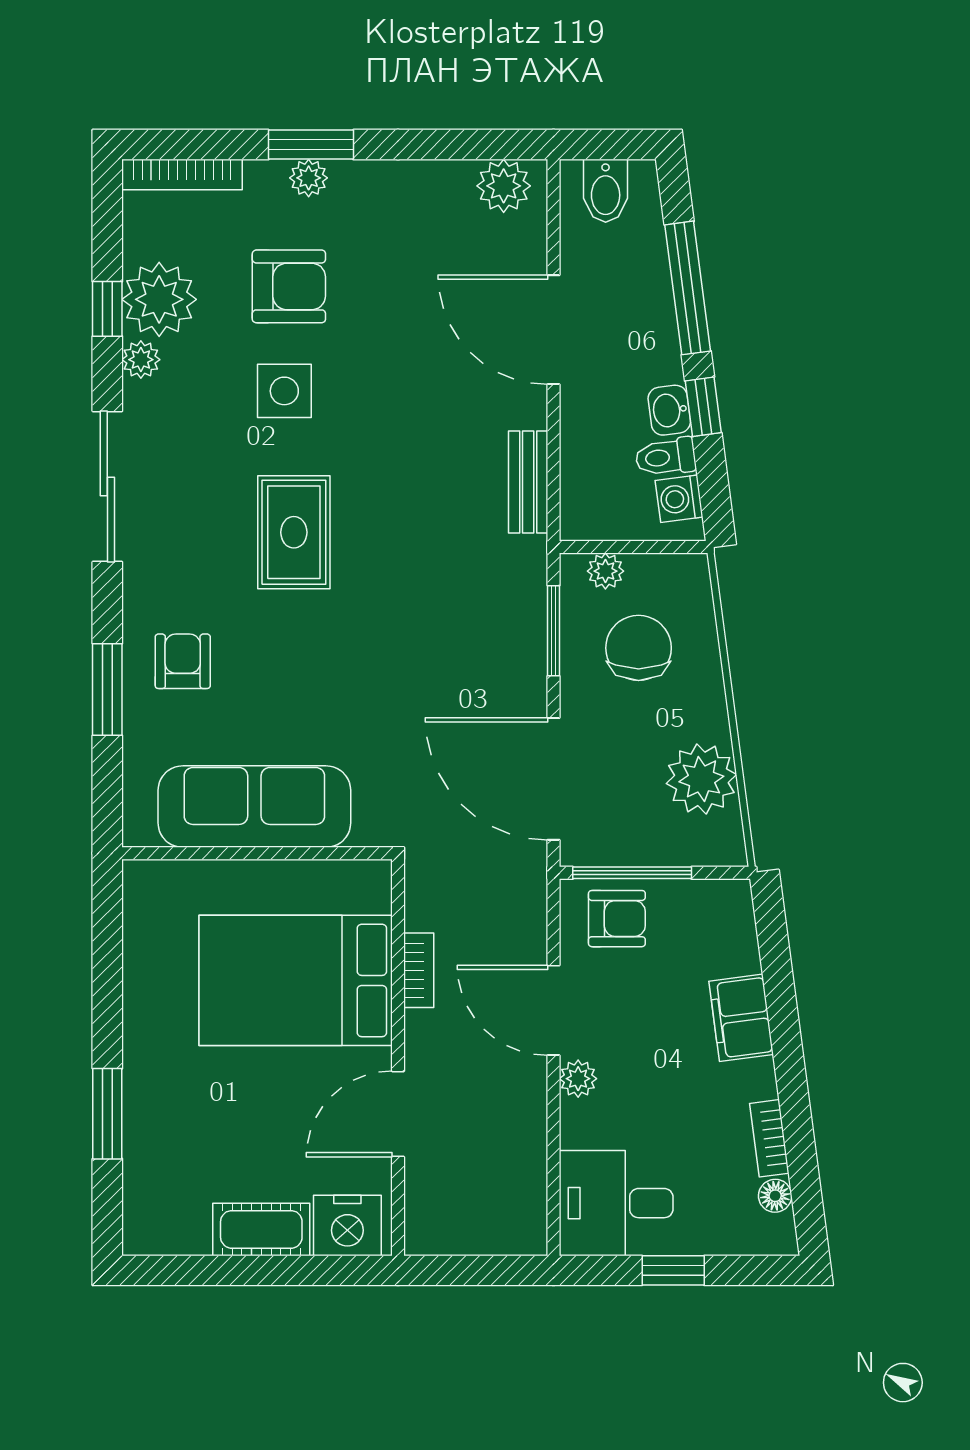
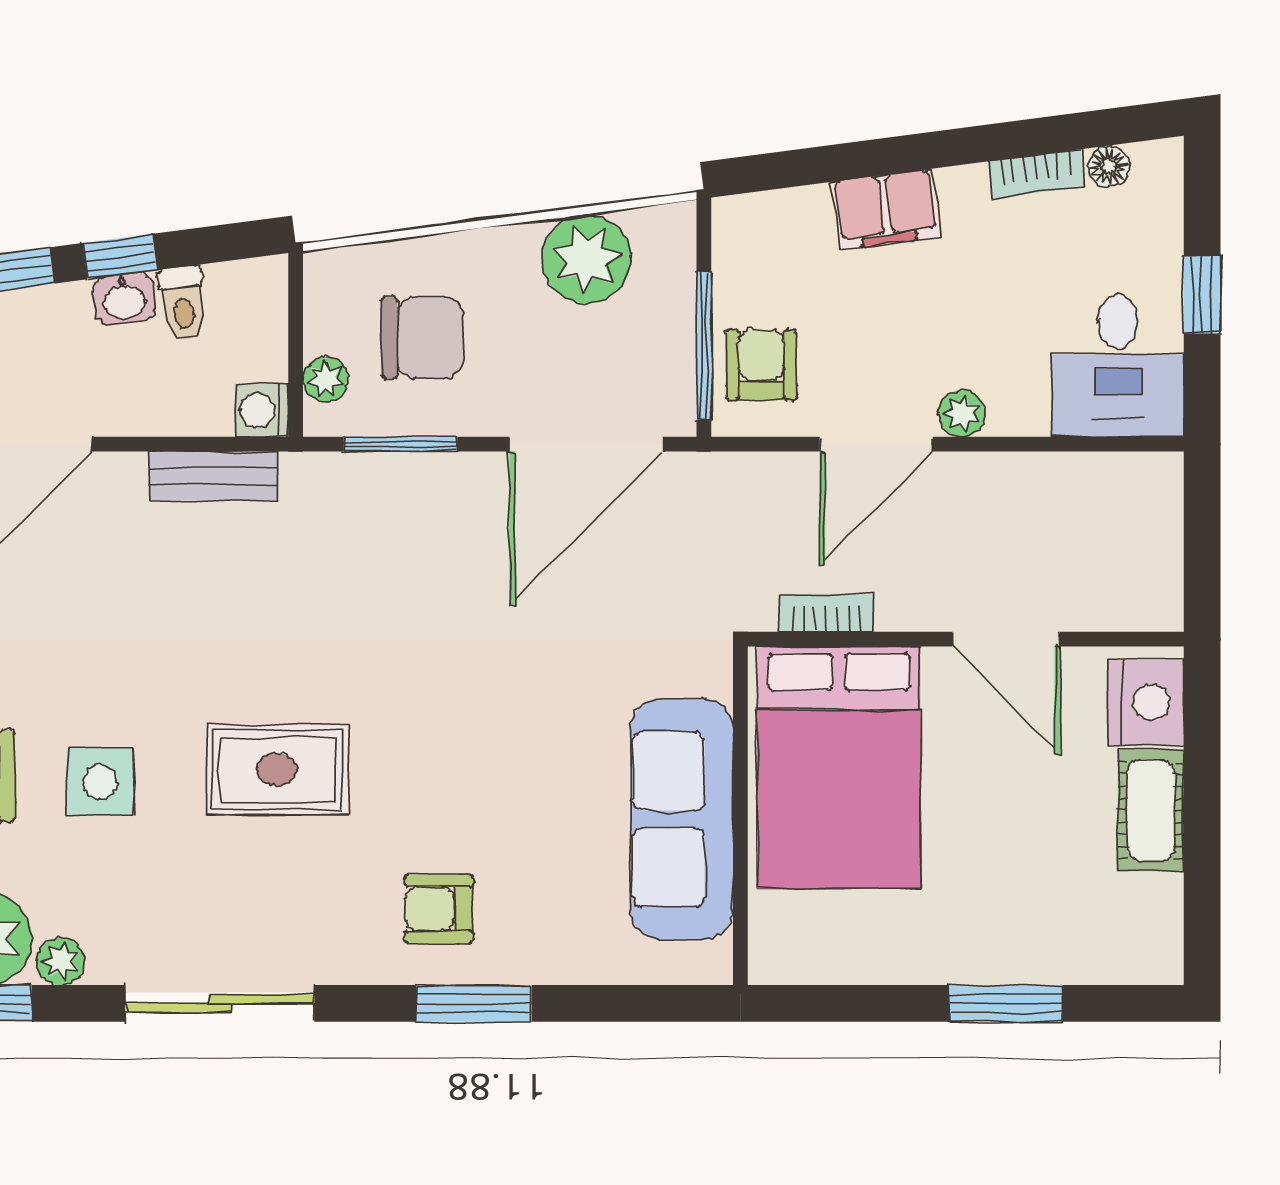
washing machine: (679, 499) -> (262, 410), moved, turned 97
chair: (639, 648) -> (422, 338), turned 180
sofa: (254, 807) -> (682, 819), moved
wall: (257, 853) -> (740, 816), moved

